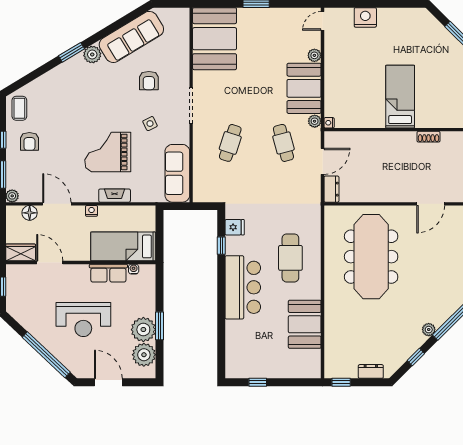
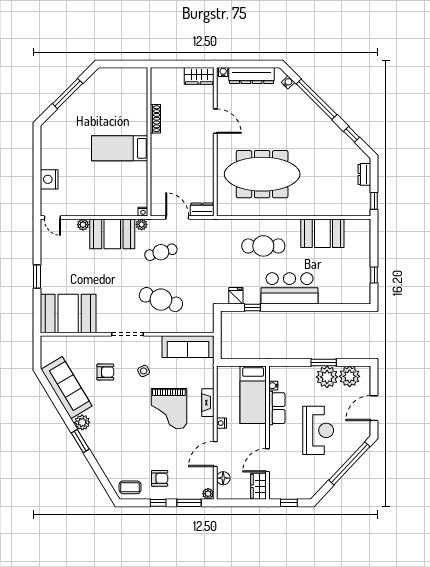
shoe rack: (428, 137) -> (155, 119), width x1.43
cafe table: (230, 143) -> (161, 300), width x1.37, depth x1.35
plant: (429, 330) -> (327, 123), removed

